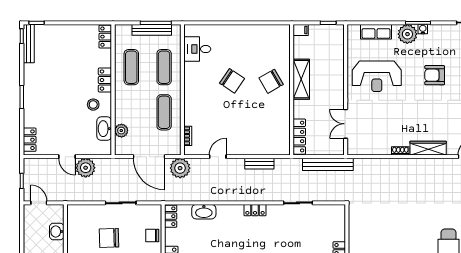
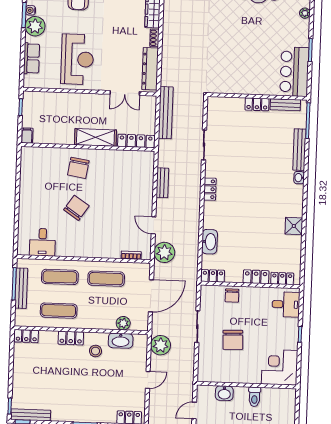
shelving: (301, 79) -> (95, 137), moved
chair: (271, 81) -> (78, 168), turned 39
dresser: (370, 148) -> (150, 69), added
plant: (86, 168) -> (161, 345), moved
plant: (180, 168) -> (164, 252), moved

